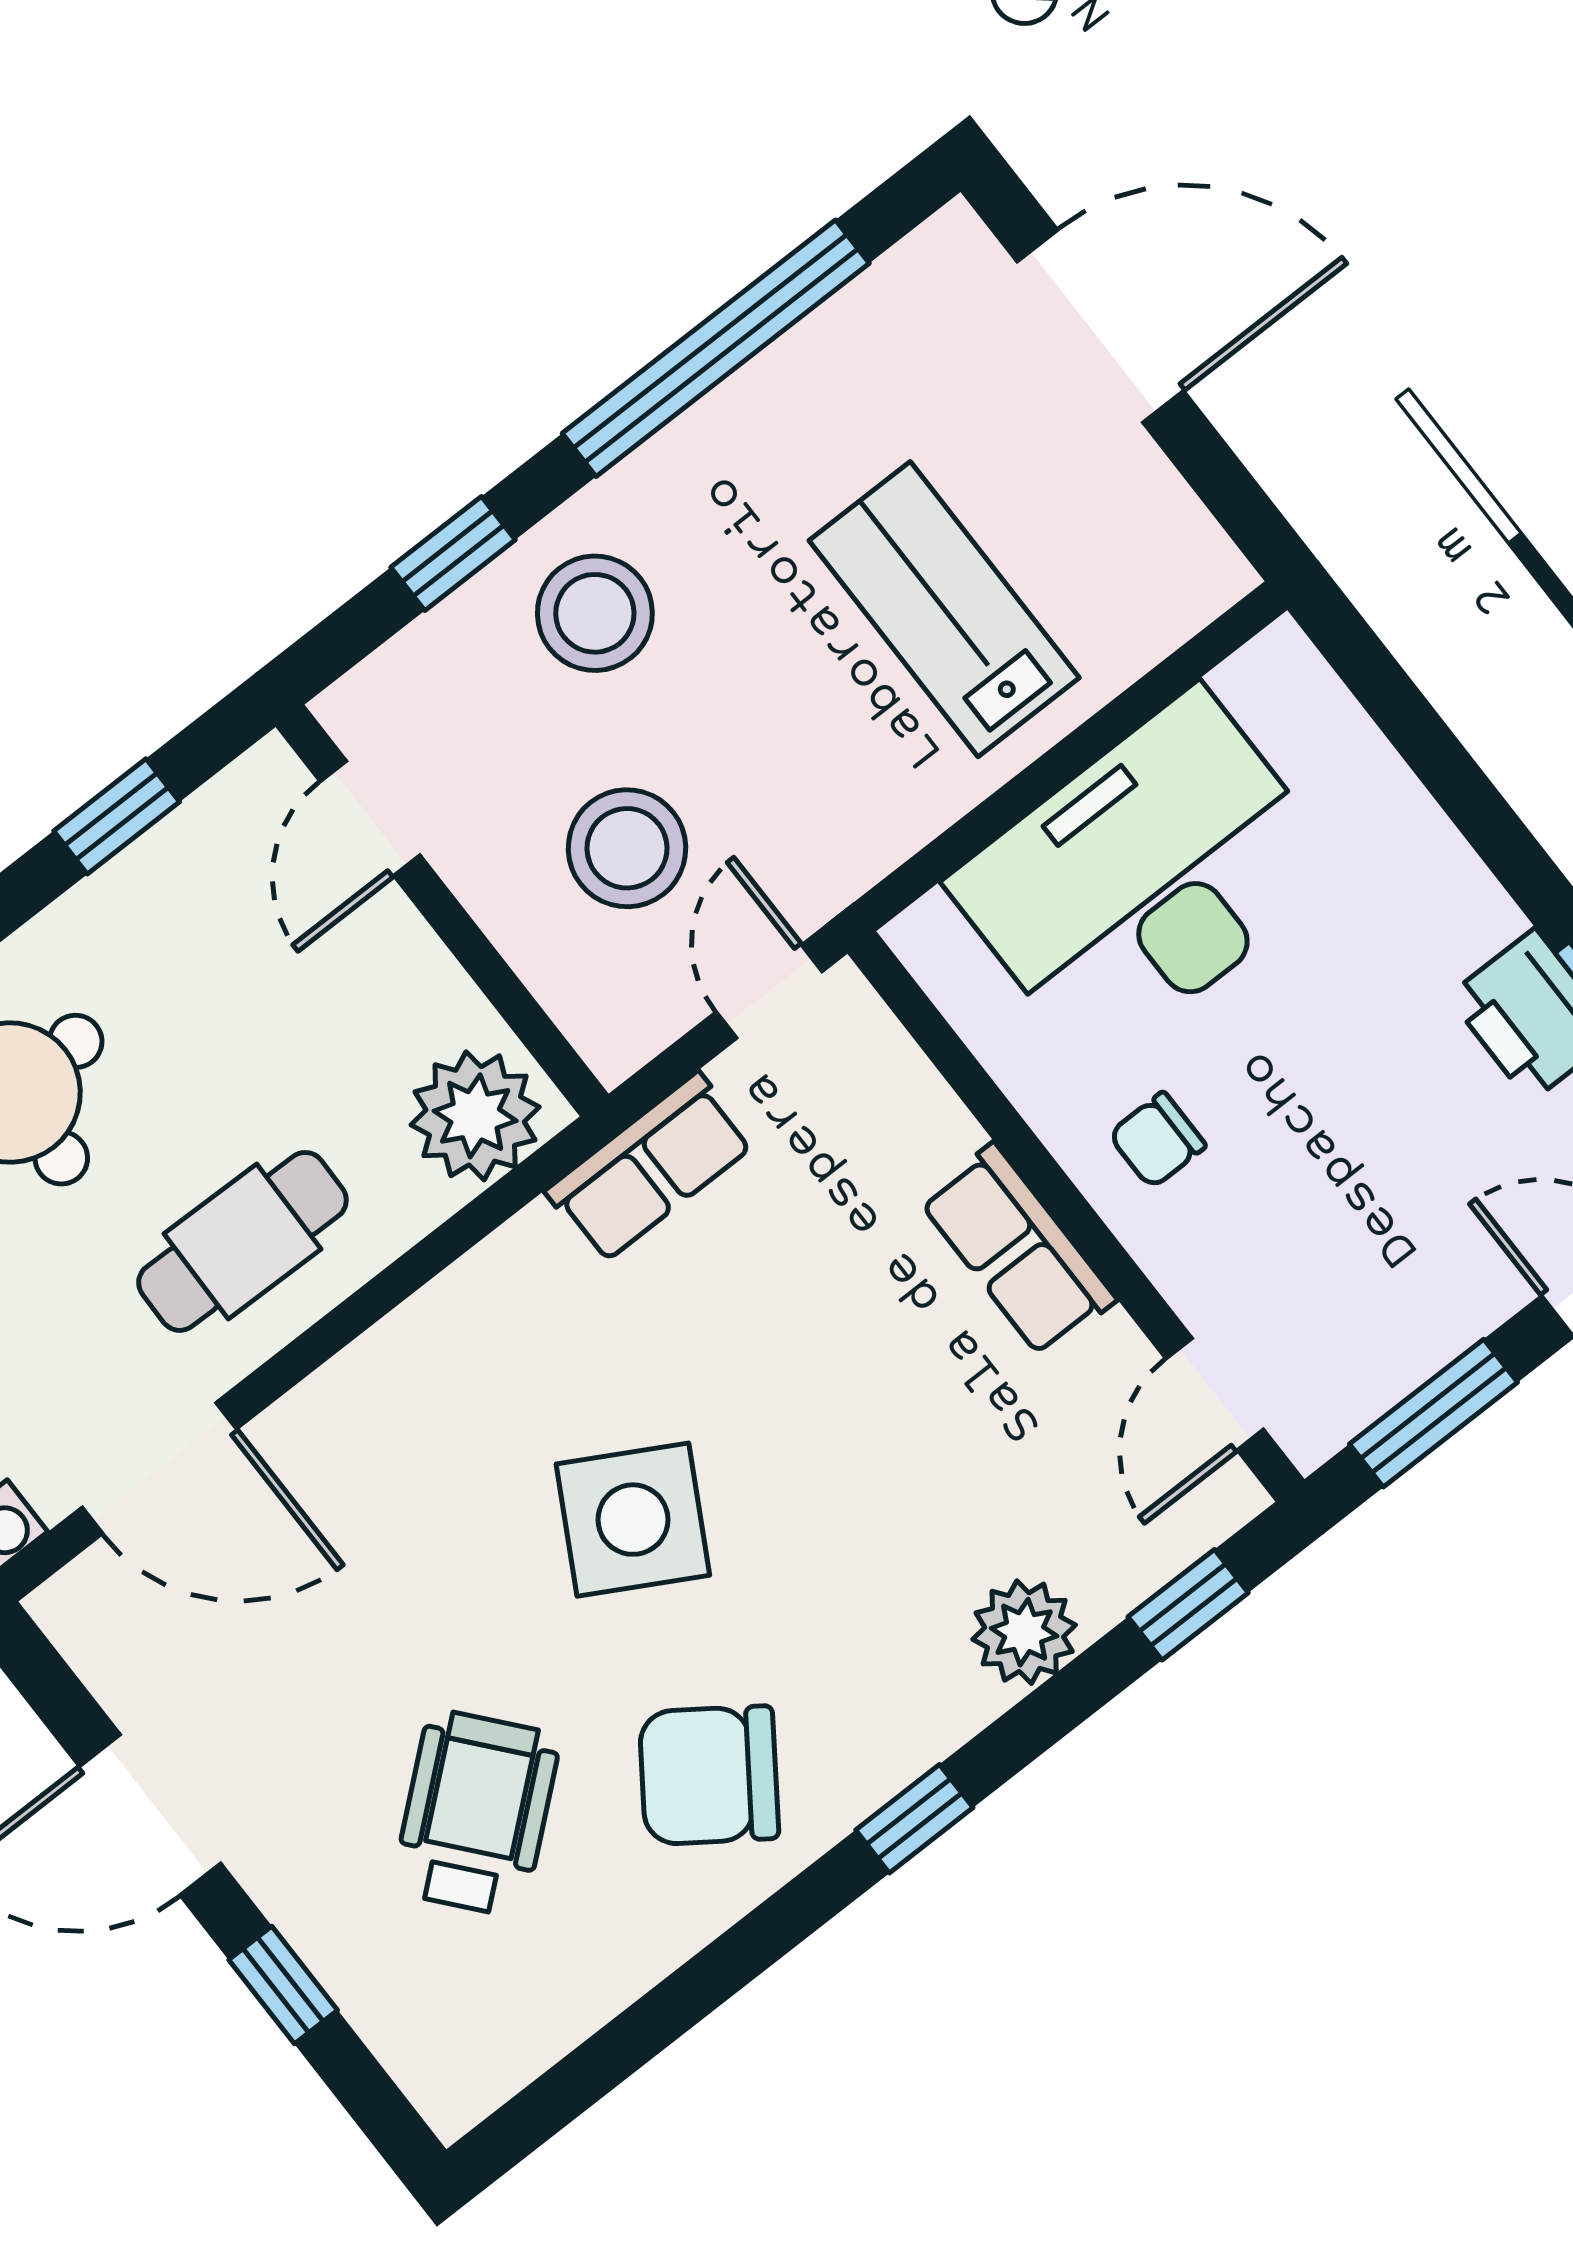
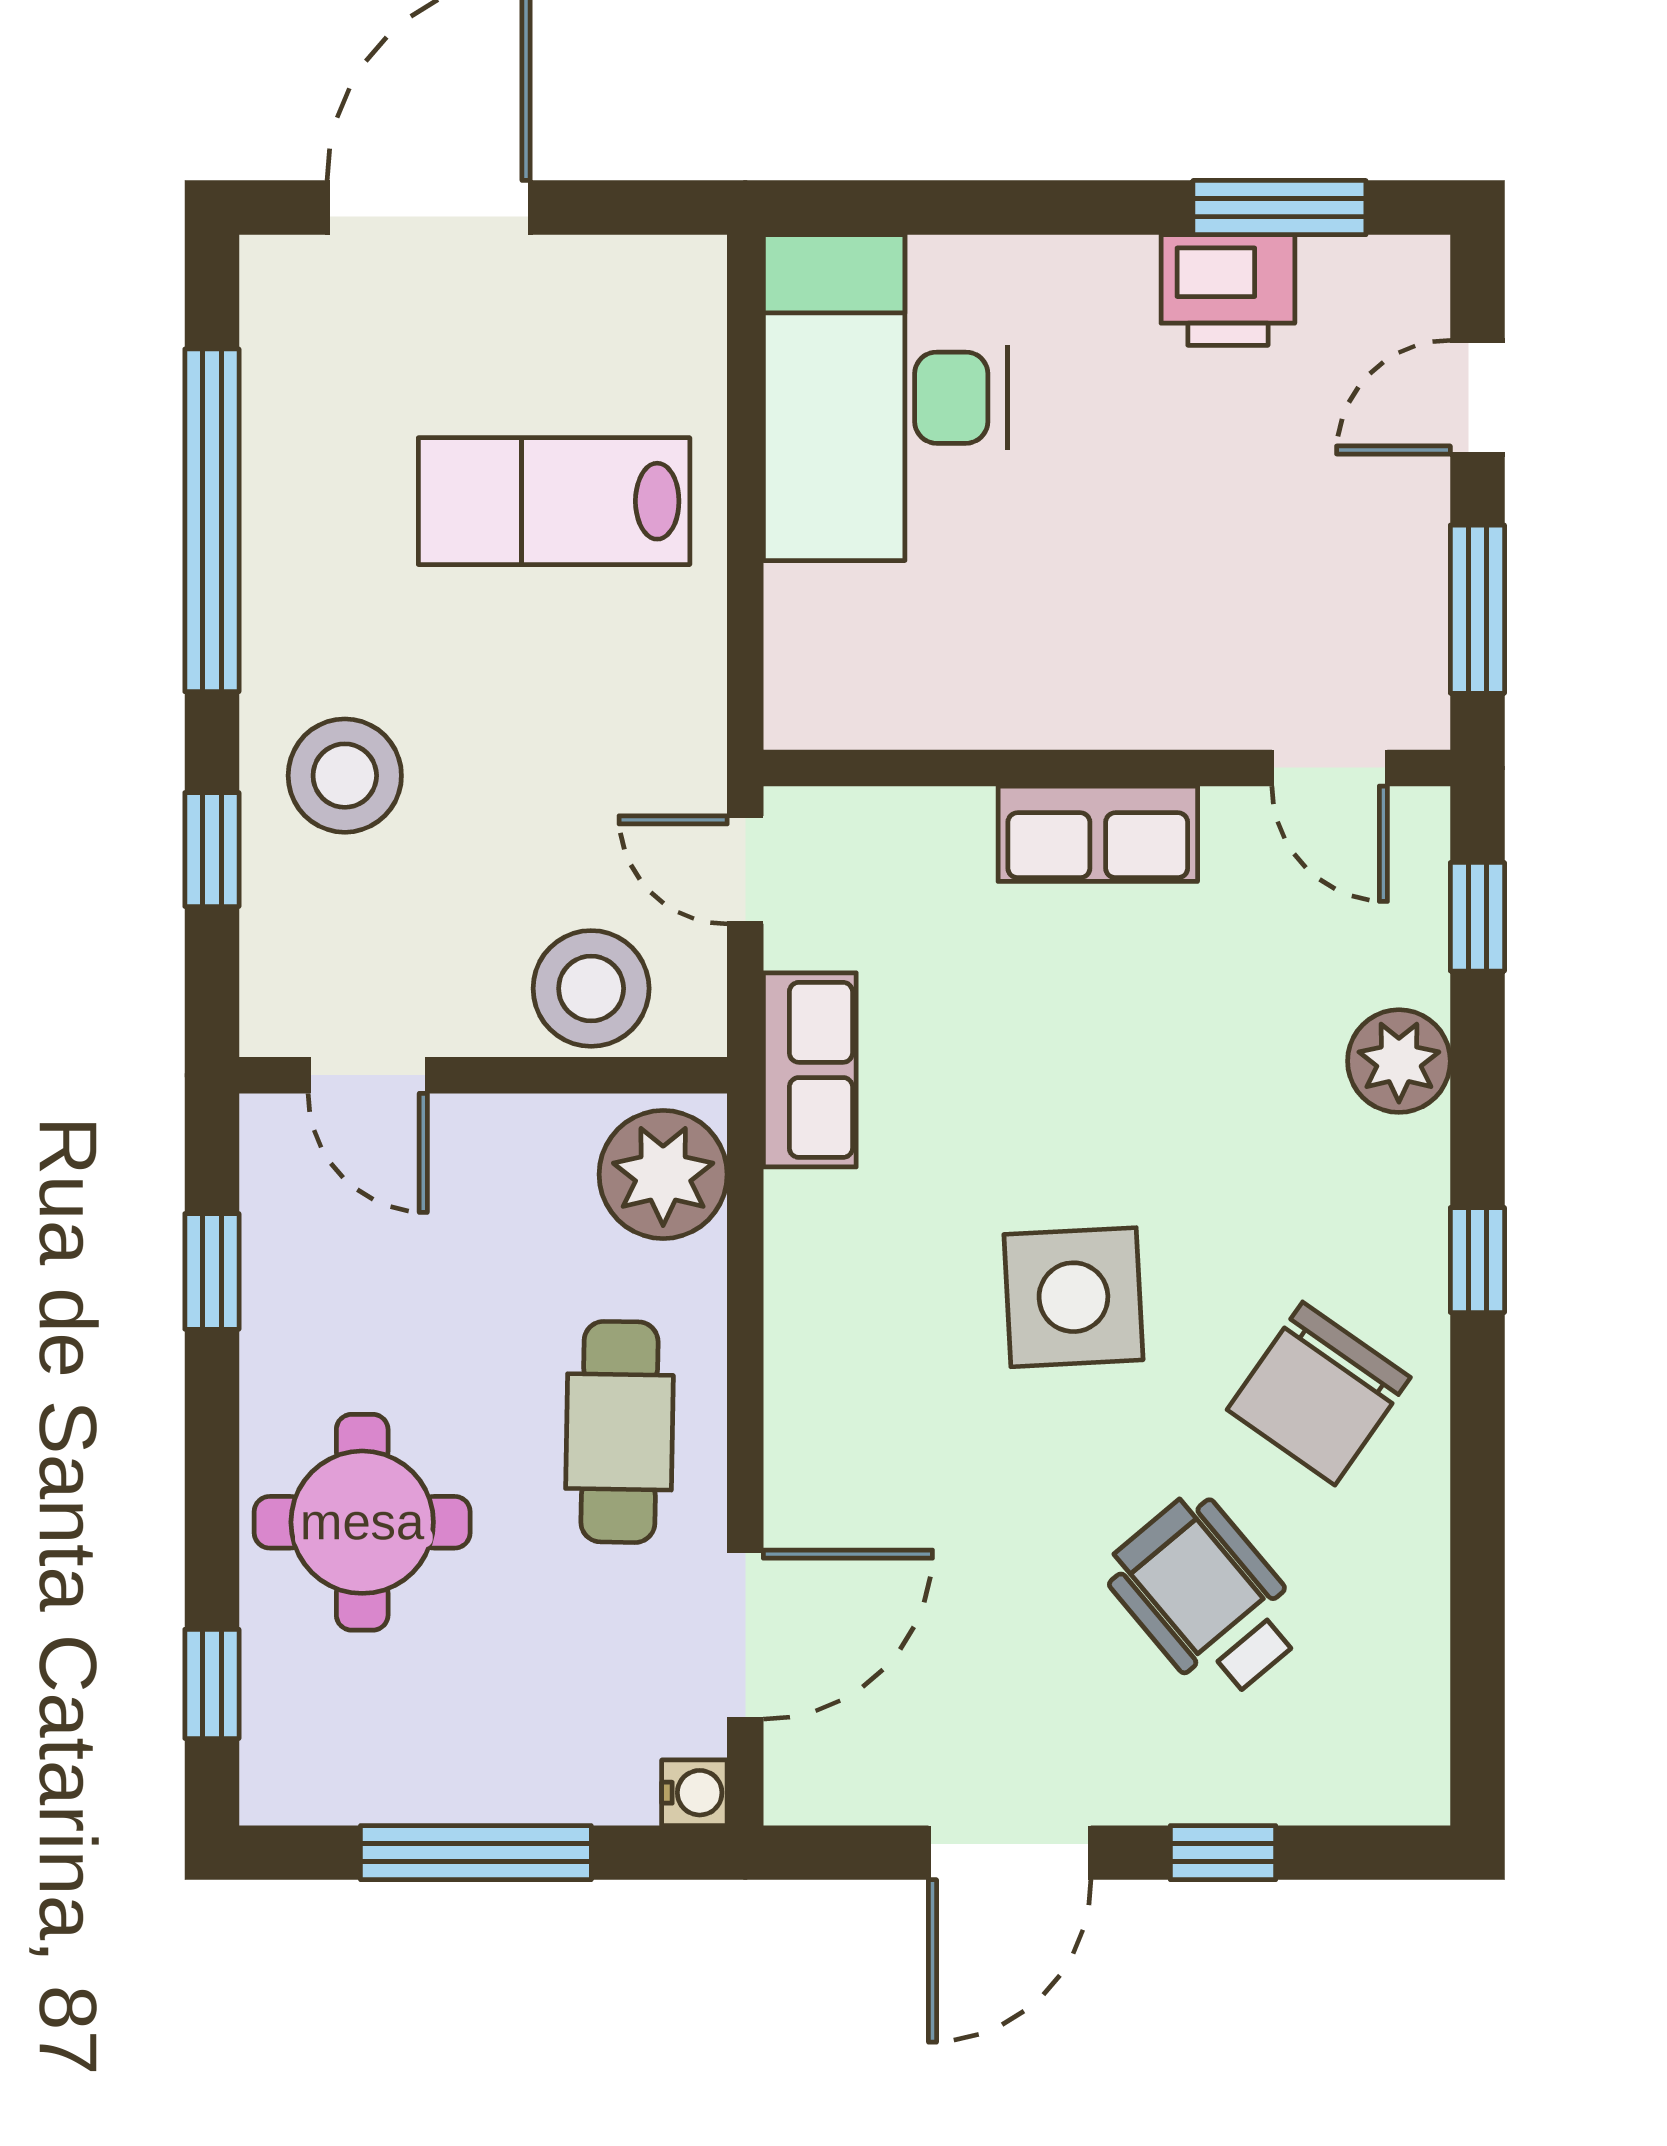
stool: (627, 848) -> (591, 988), moved
desk: (1146, 877) -> (885, 398), moved
chair: (1157, 1140) -> (1097, 658), removed
side table: (633, 1520) -> (1073, 1297), turned -32

